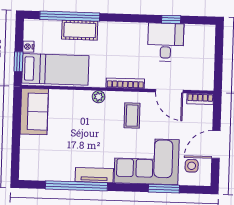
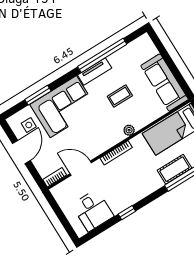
window: (171, 19) -> (127, 213), moved
desk: (166, 42) -> (93, 210), moved
sofa: (34, 112) -> (165, 83), width x1.36
coffee table: (132, 116) -> (120, 96), moved, turned 90

